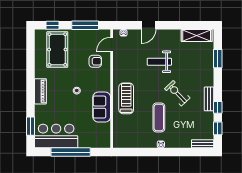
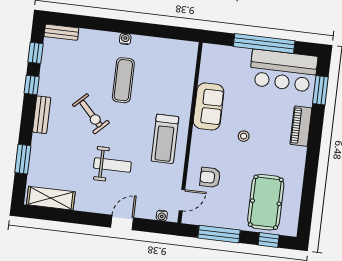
piano: (40, 91) -> (301, 126), moved
treadmill: (126, 98) -> (165, 139), moved
bench: (209, 99) -> (42, 115), moved

